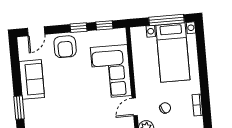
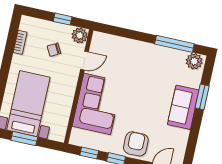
window: (167, 20) -> (24, 139), width x0.69
sofa: (32, 79) -> (183, 107), moved

